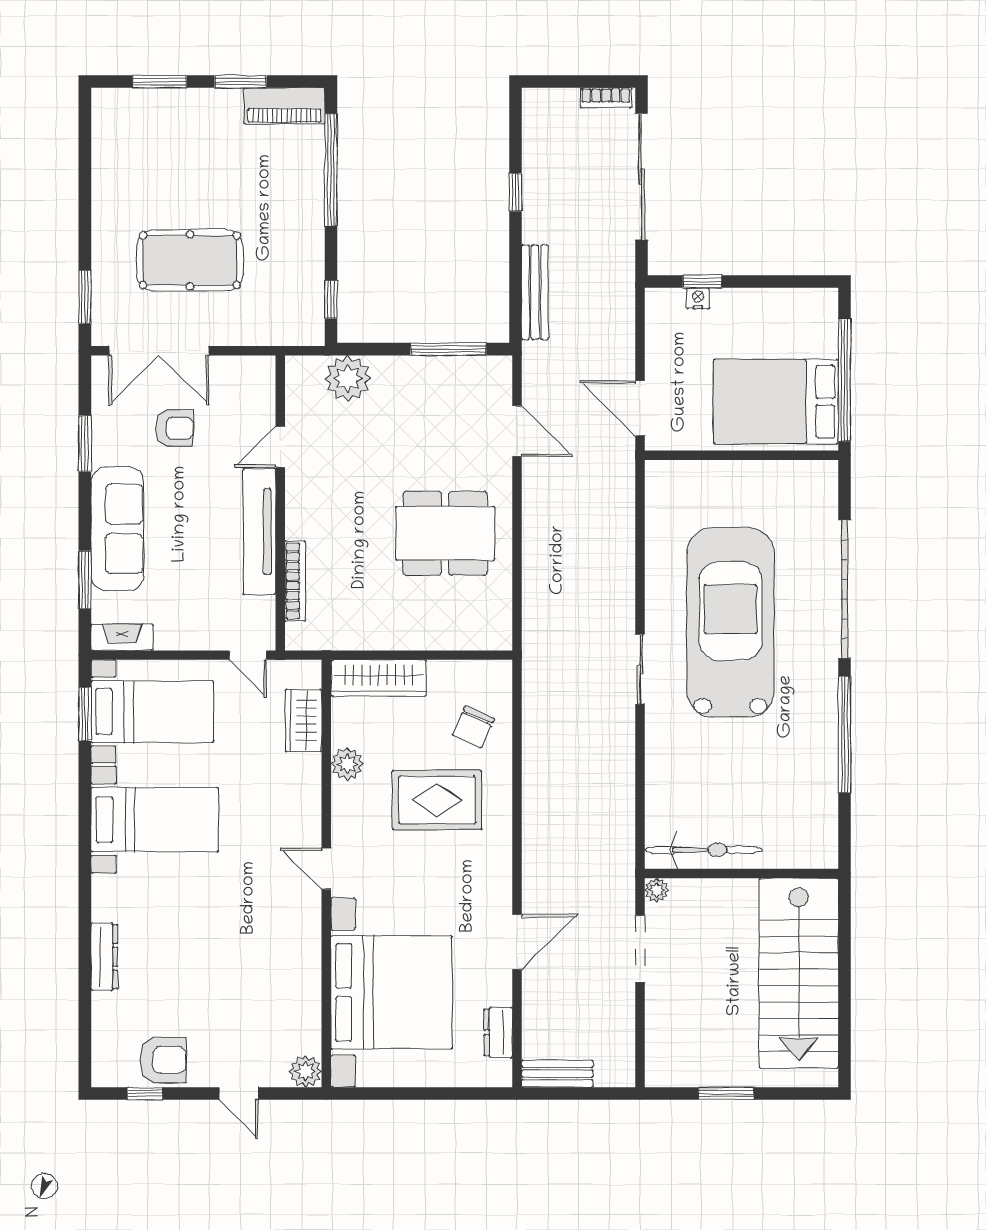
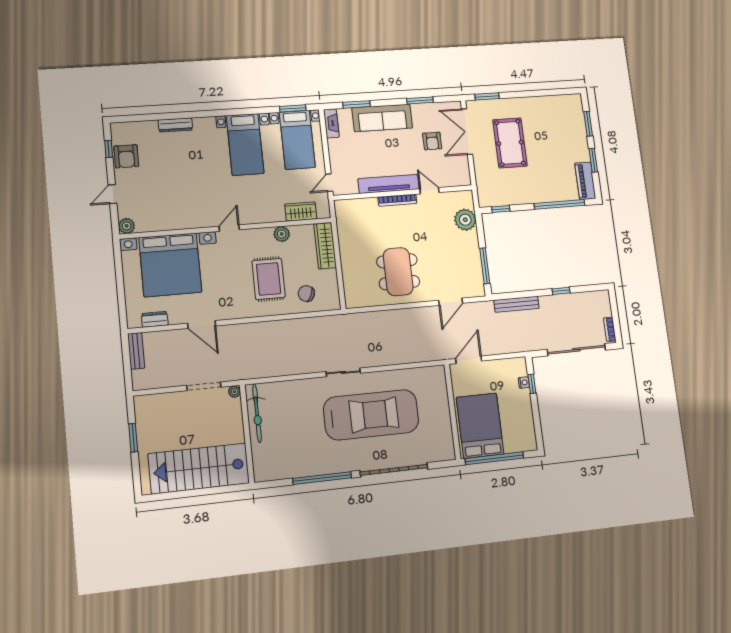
bookcase: (295, 581) -> (397, 200), moved

